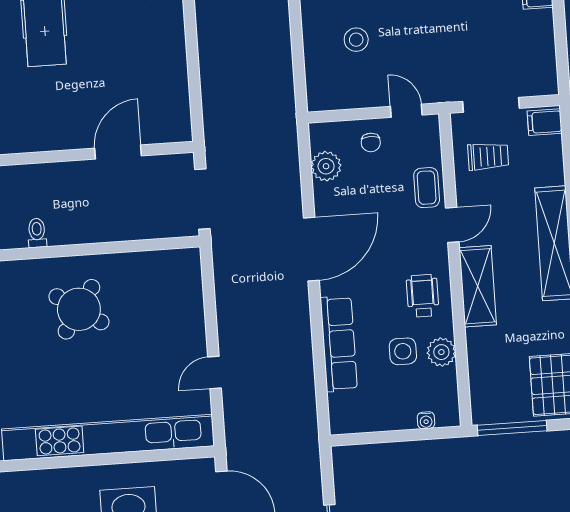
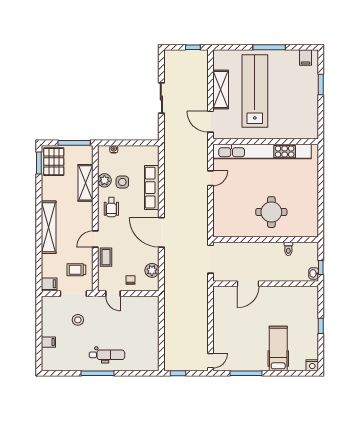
stool: (356, 40) -> (78, 320), moved
door: (311, 249) -> (161, 232), hinge flipped
shelving: (478, 286) -> (85, 183), moved
round table: (79, 309) -> (271, 212), turned -34

